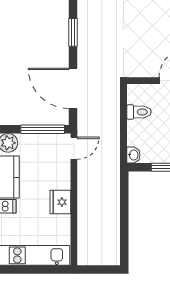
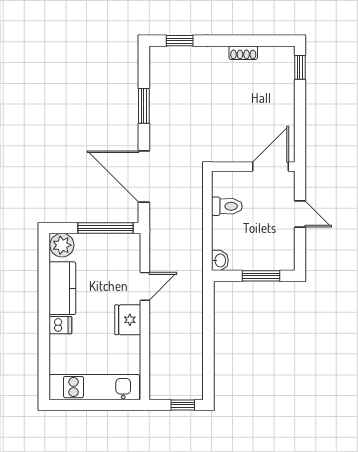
door: (74, 148) -> (145, 286), moved
window: (104, 270) -> (183, 405), added

